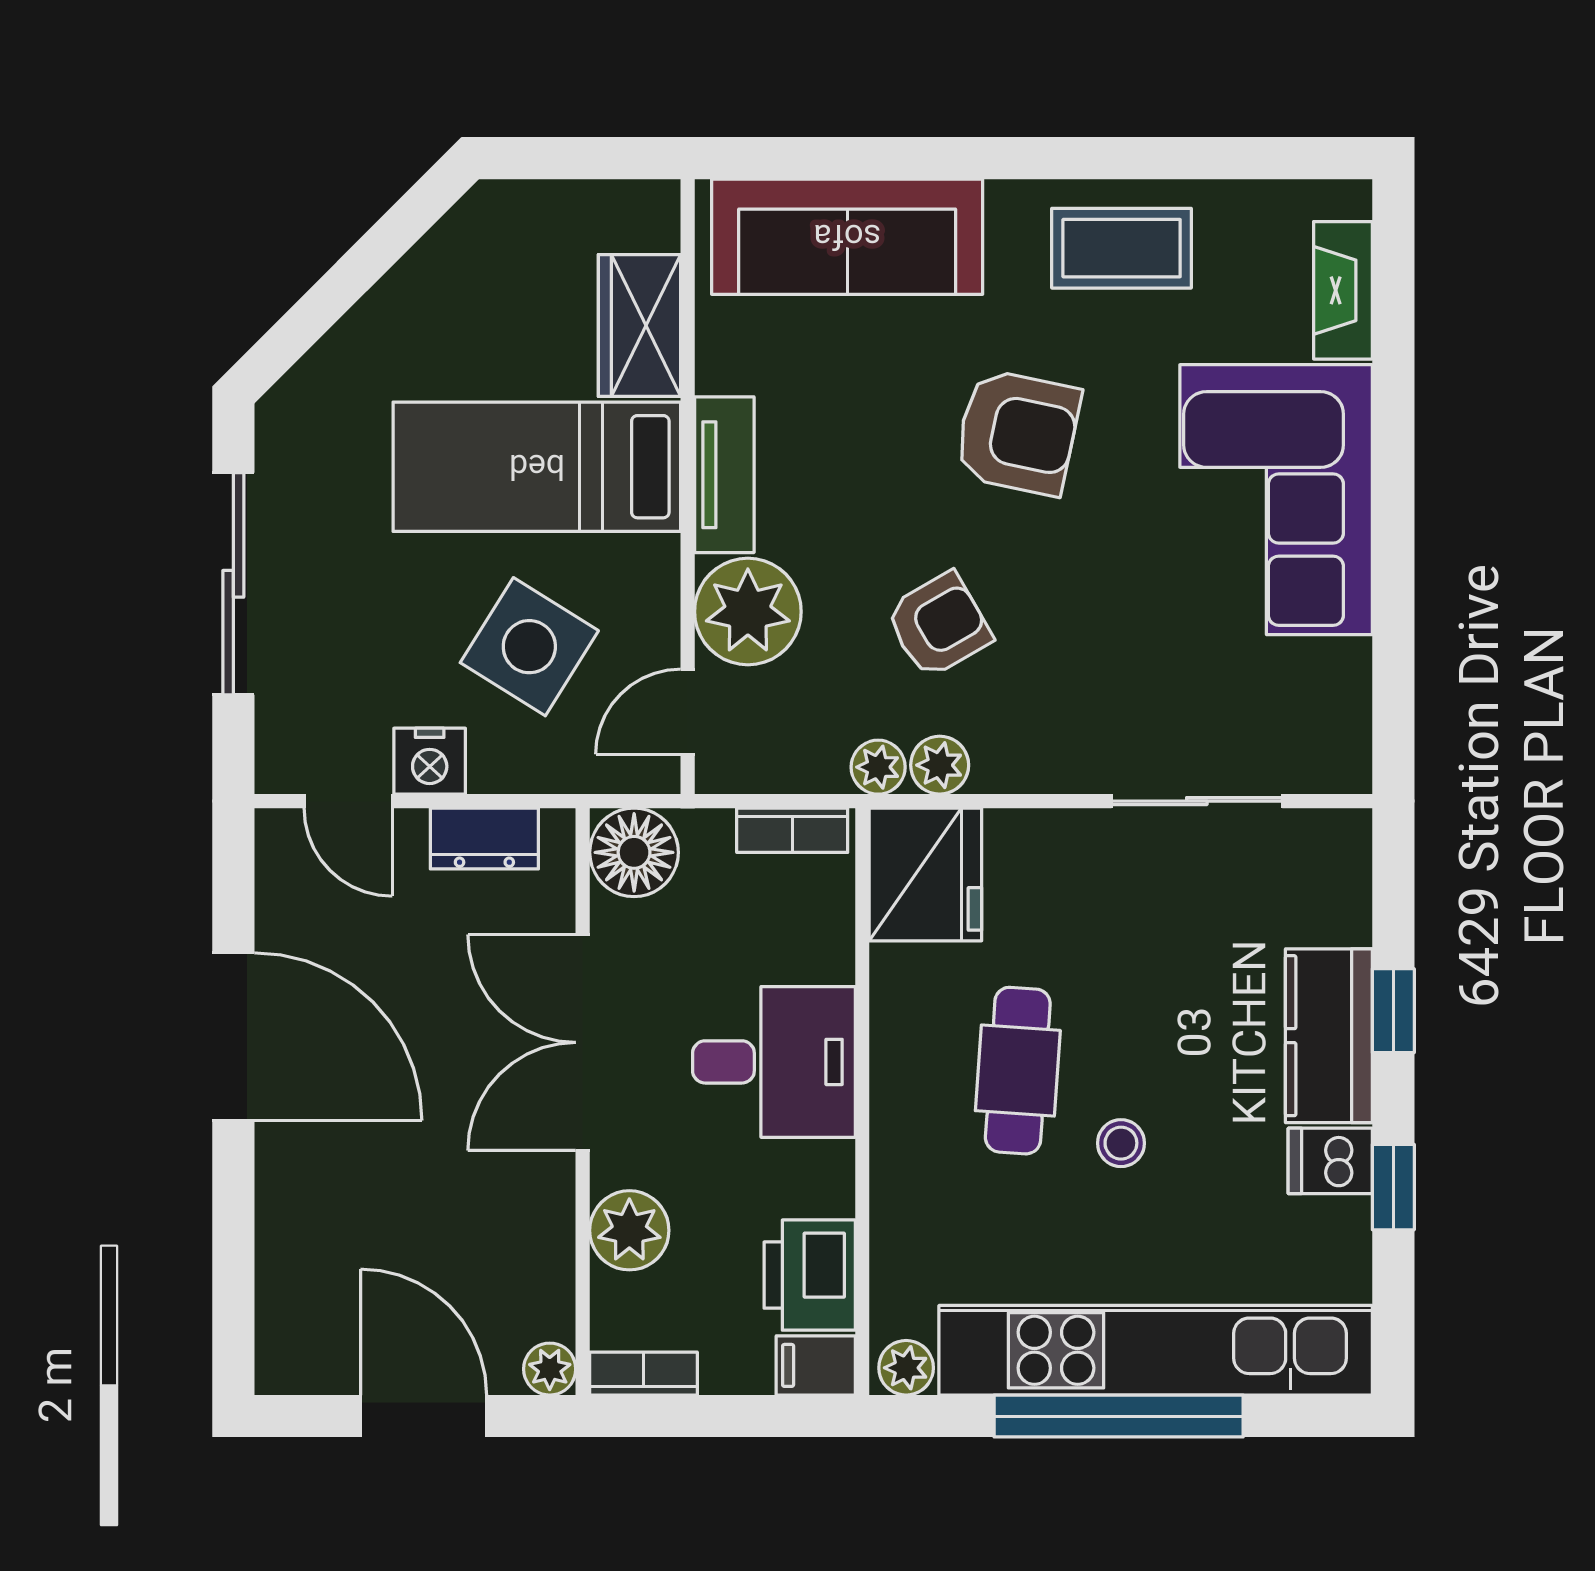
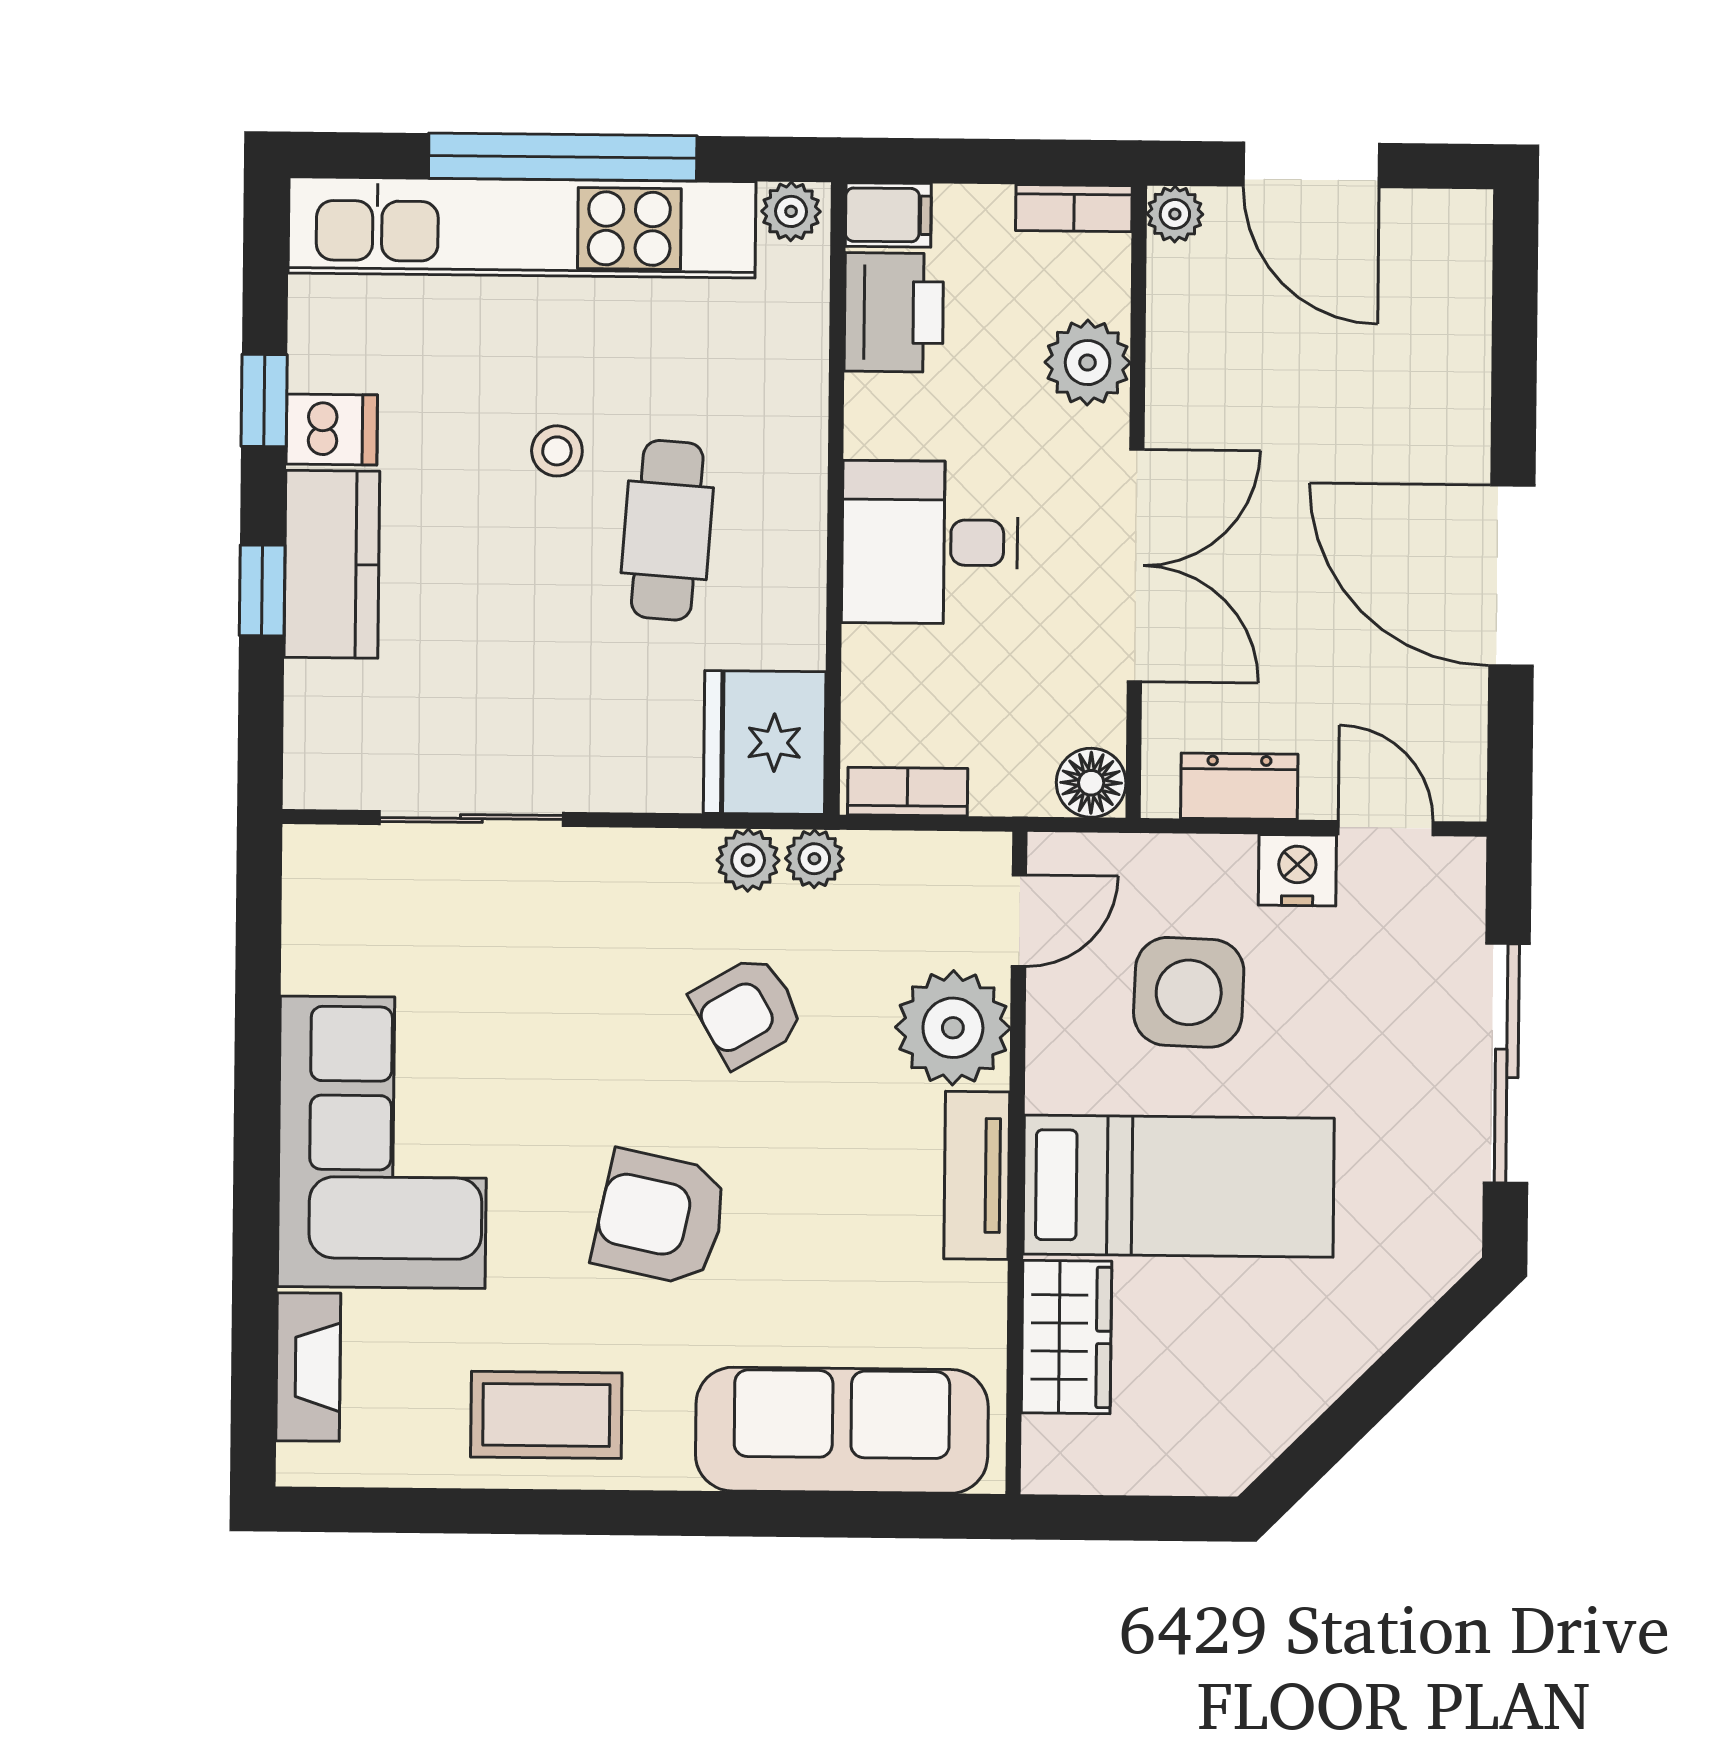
side table: (529, 647) -> (1189, 992), turned -30
floor lamp: (634, 852) -> (1091, 783), width x0.73, depth x0.73

